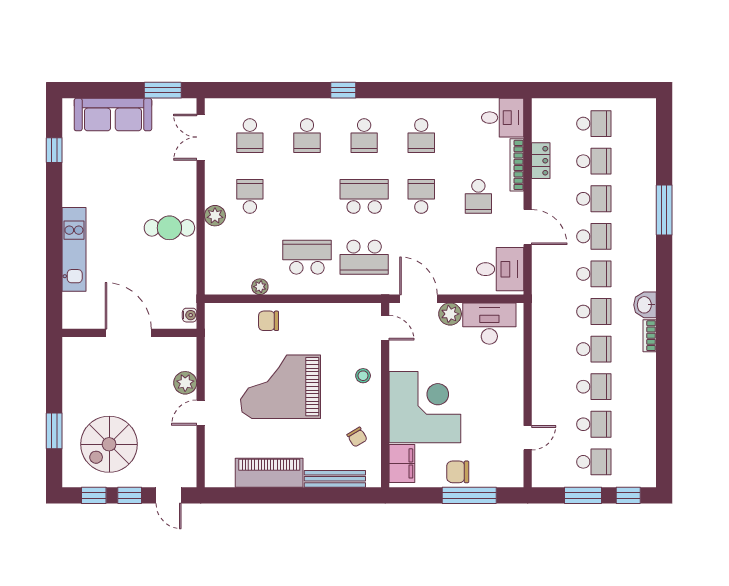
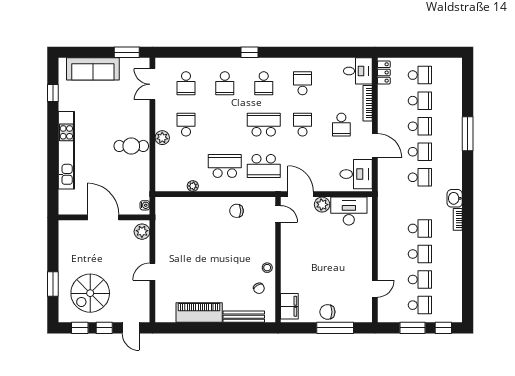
school desk: (421, 136) -> (303, 83), turned 180
locker: (541, 161) -> (384, 72), moved
kitchen unit: (74, 249) -> (66, 150), width x1.36
school desk: (594, 312) -> (420, 203), removed
chair: (269, 321) -> (236, 211), moved
stool: (363, 376) -> (267, 268), moved
plant: (185, 383) -> (142, 232), moved
grand piano: (280, 387) -> (207, 254), removed
corner desk: (425, 407) -> (305, 268), removed

